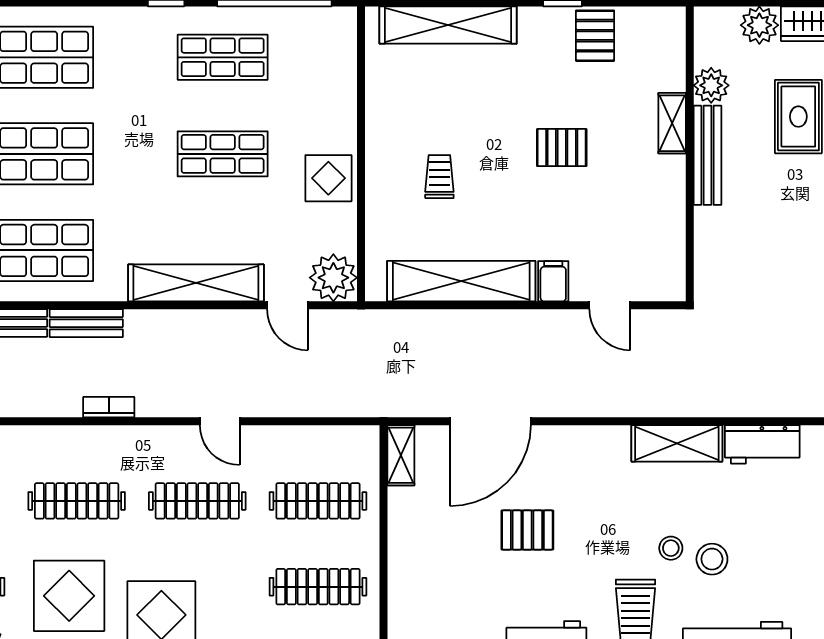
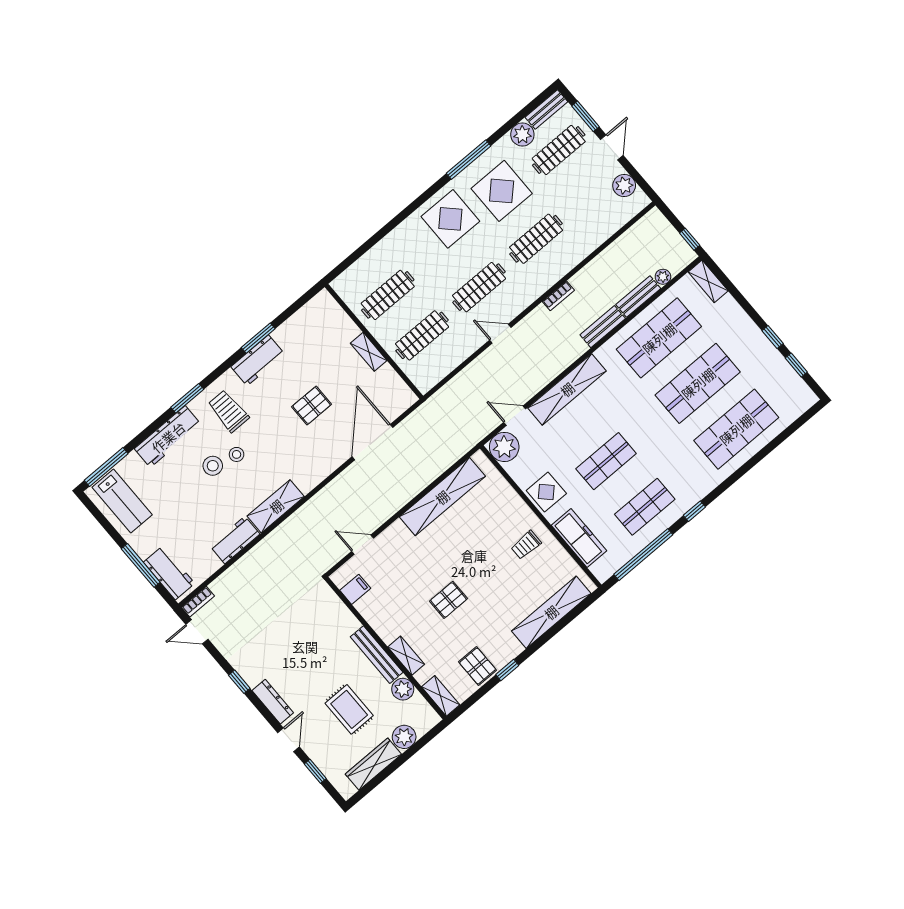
shelving: (672, 38) -> (441, 696), added
freezer: (336, 87) -> (579, 538), added
trolley: (439, 177) -> (526, 545), moved, turned 90
filing cabinet: (553, 281) -> (355, 589), moved, turned -90
shelving: (401, 455) -> (369, 352), moved

